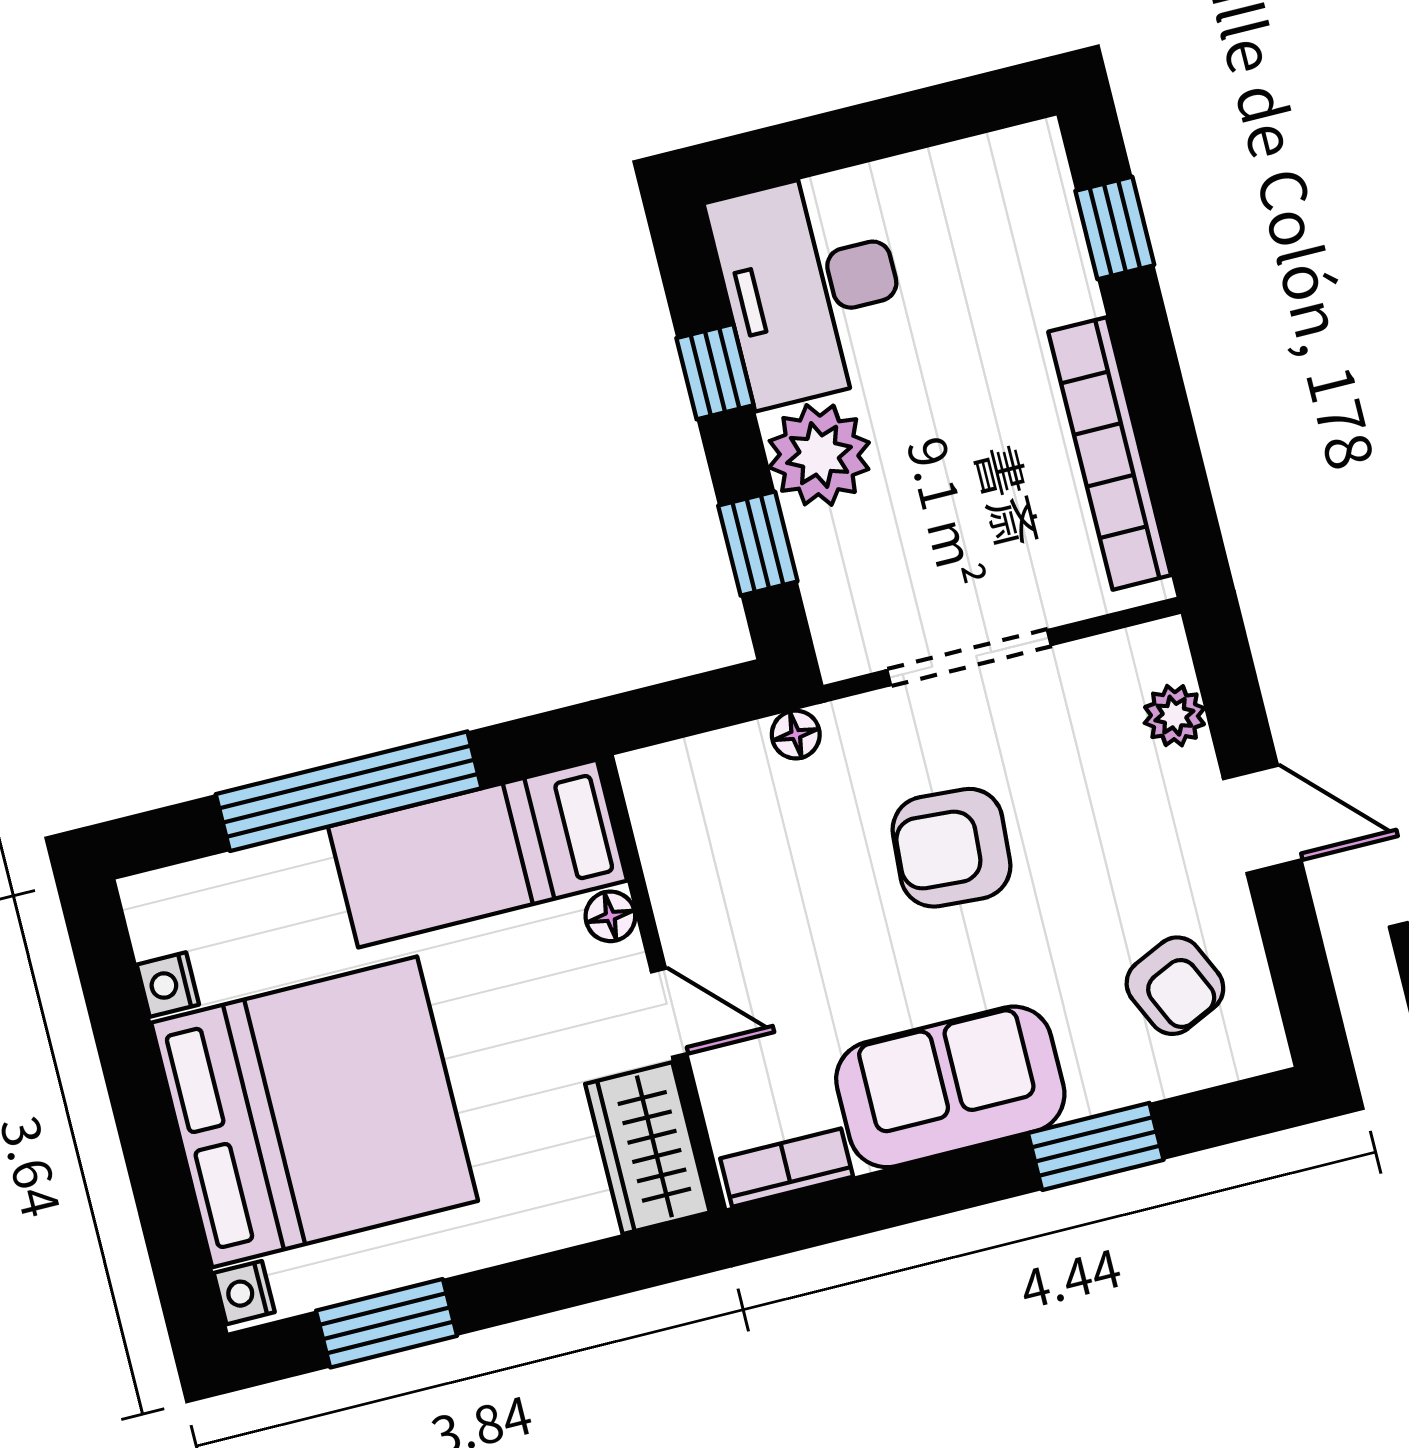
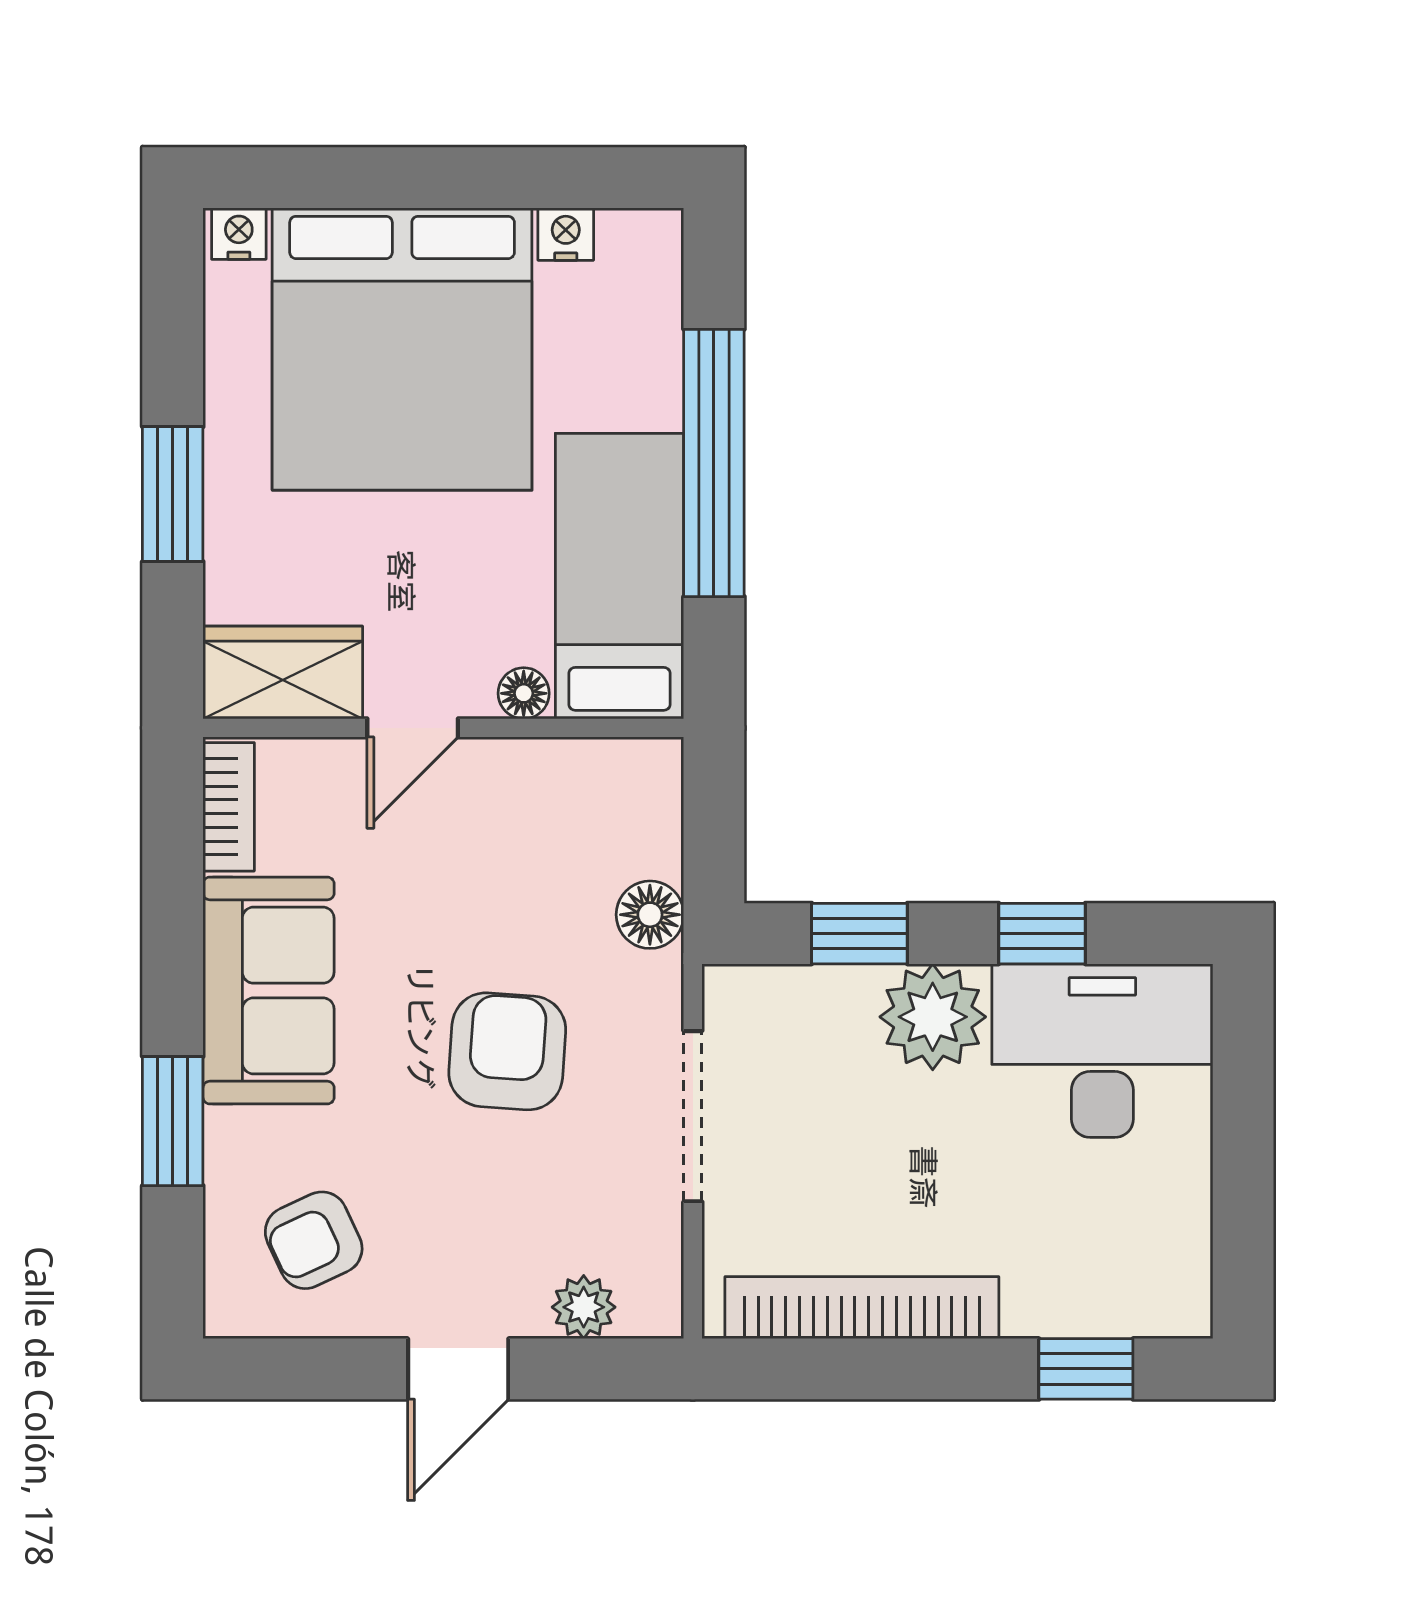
floor lamp: (796, 735) -> (650, 915), width x1.37, depth x1.37
window: (386, 1323) -> (173, 494), moved

